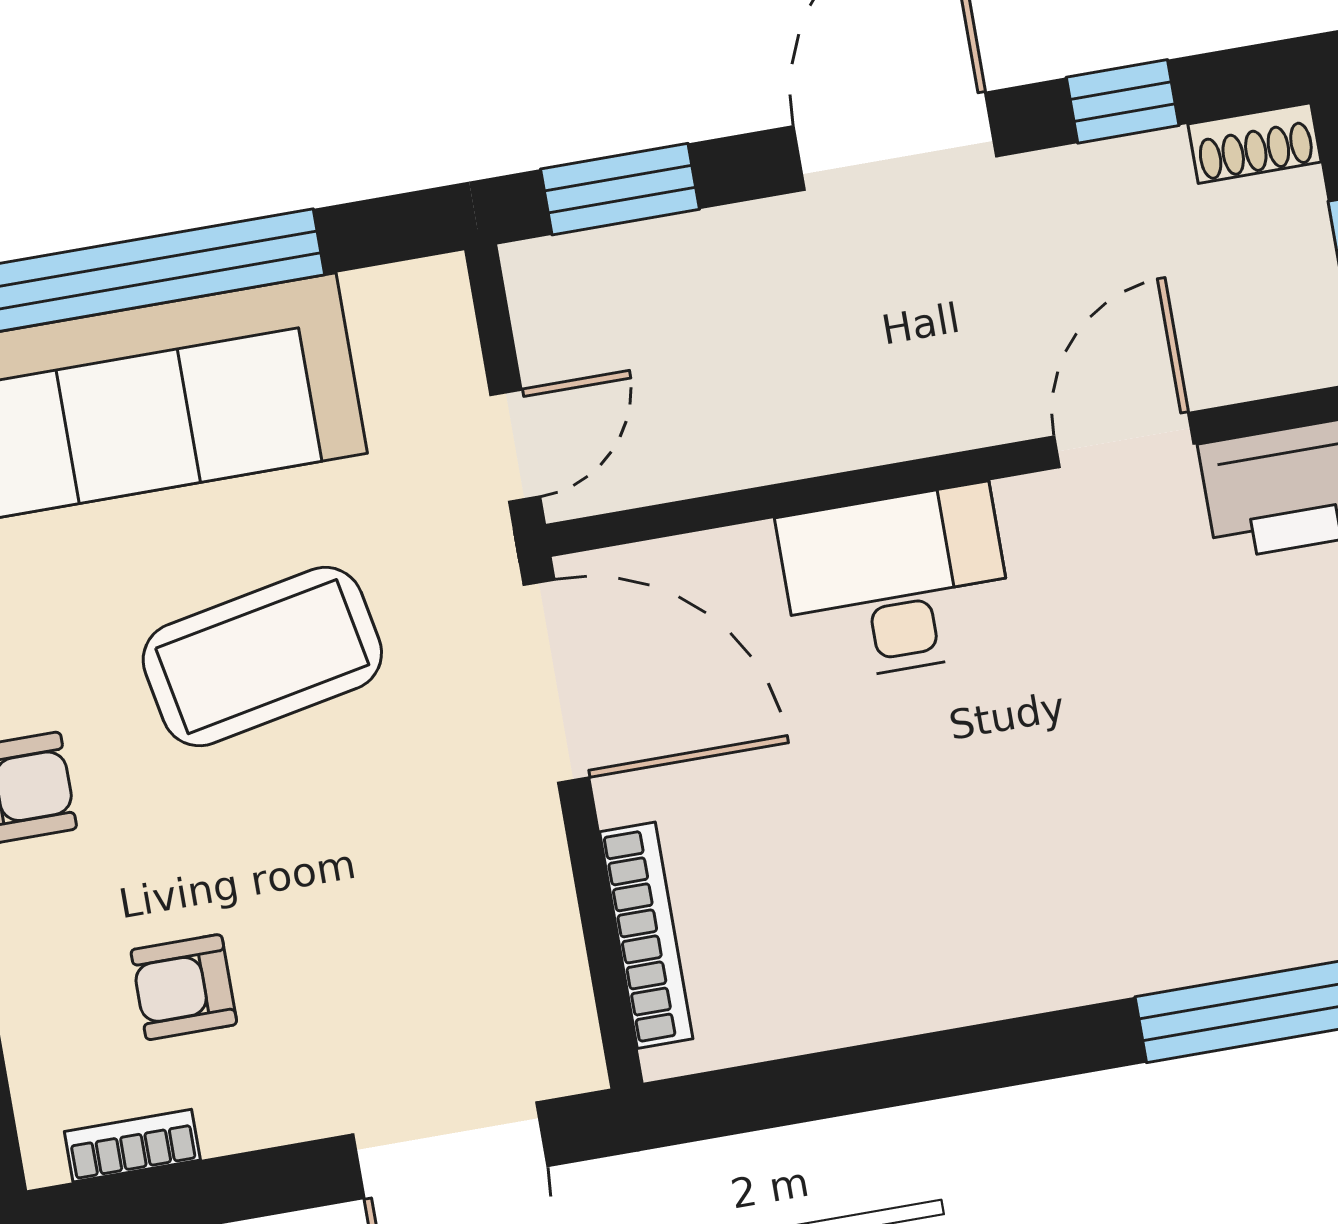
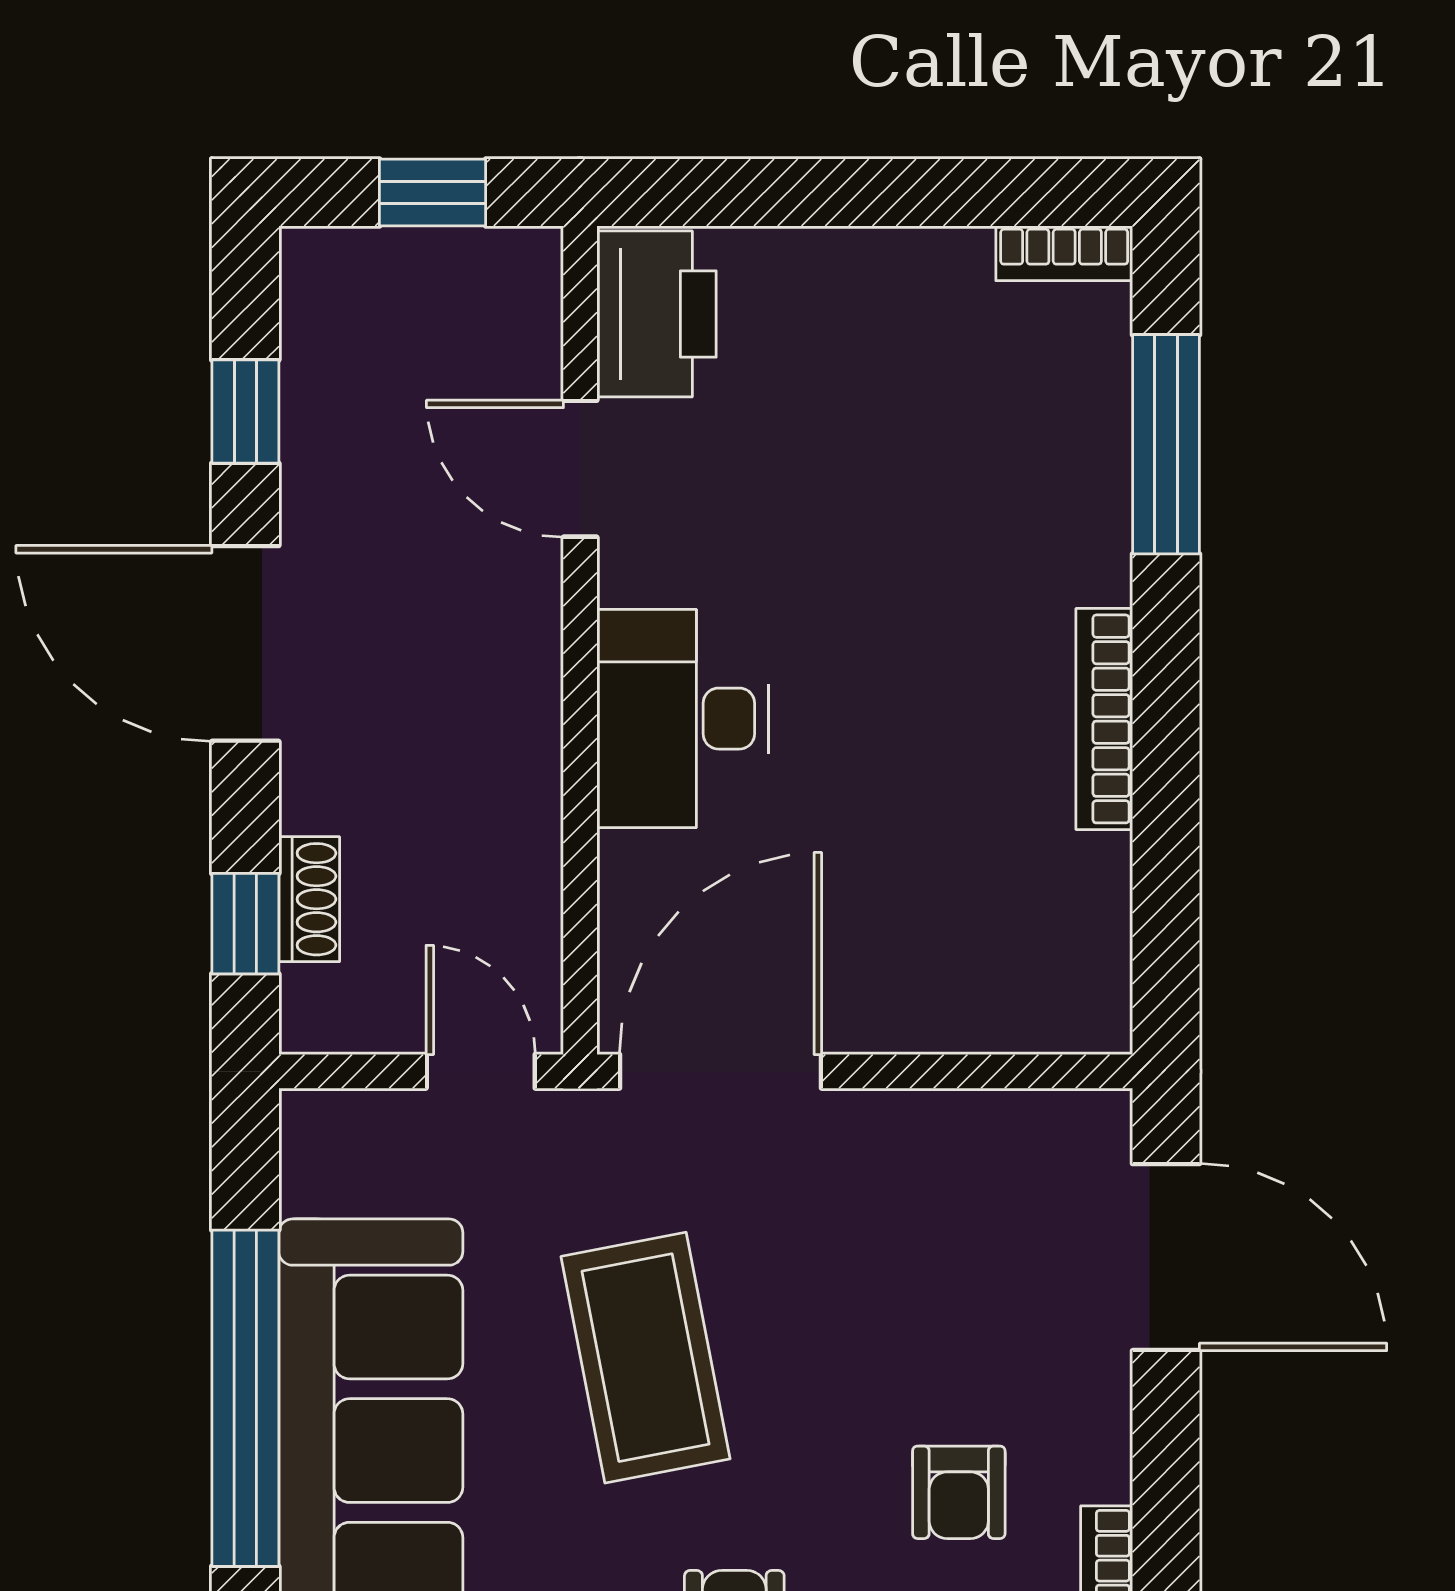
shoe rack: (1254, 143) -> (309, 899), moved
window: (620, 189) -> (245, 924), width x0.67
bookcase: (646, 935) -> (1104, 719), moved, turned -90

